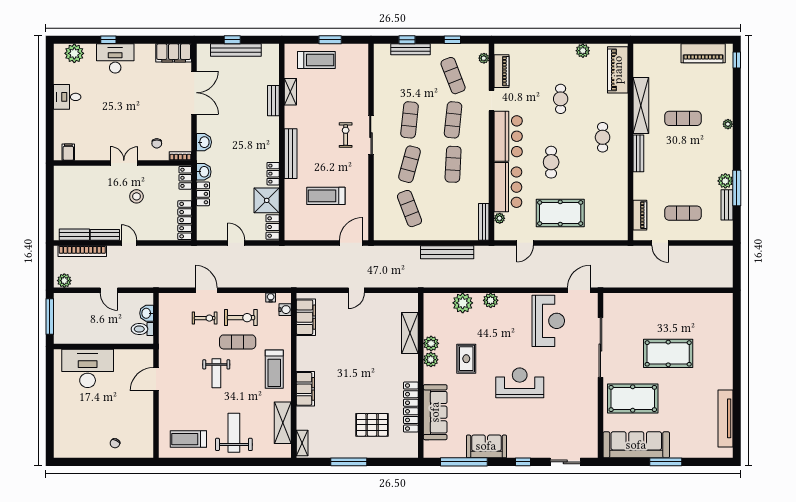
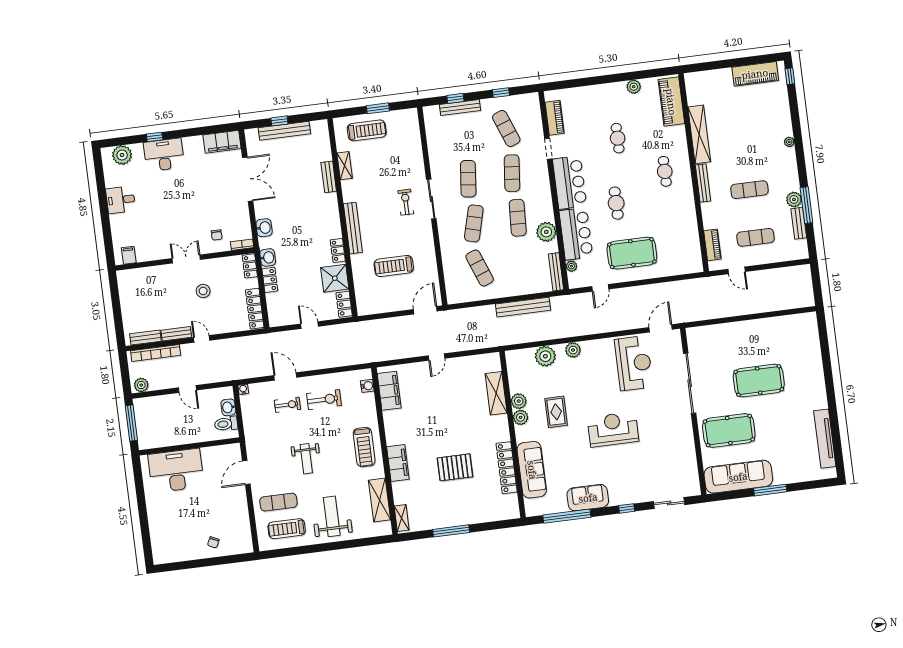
plant: (484, 58) -> (546, 232), moved, width x1.88, depth x1.88
exercise mat: (683, 118) -> (749, 190), moved
water cooler: (271, 298) -> (243, 389), moved
exercise mat: (238, 342) -> (278, 502), moved
pallet: (372, 425) -> (455, 467), moved

